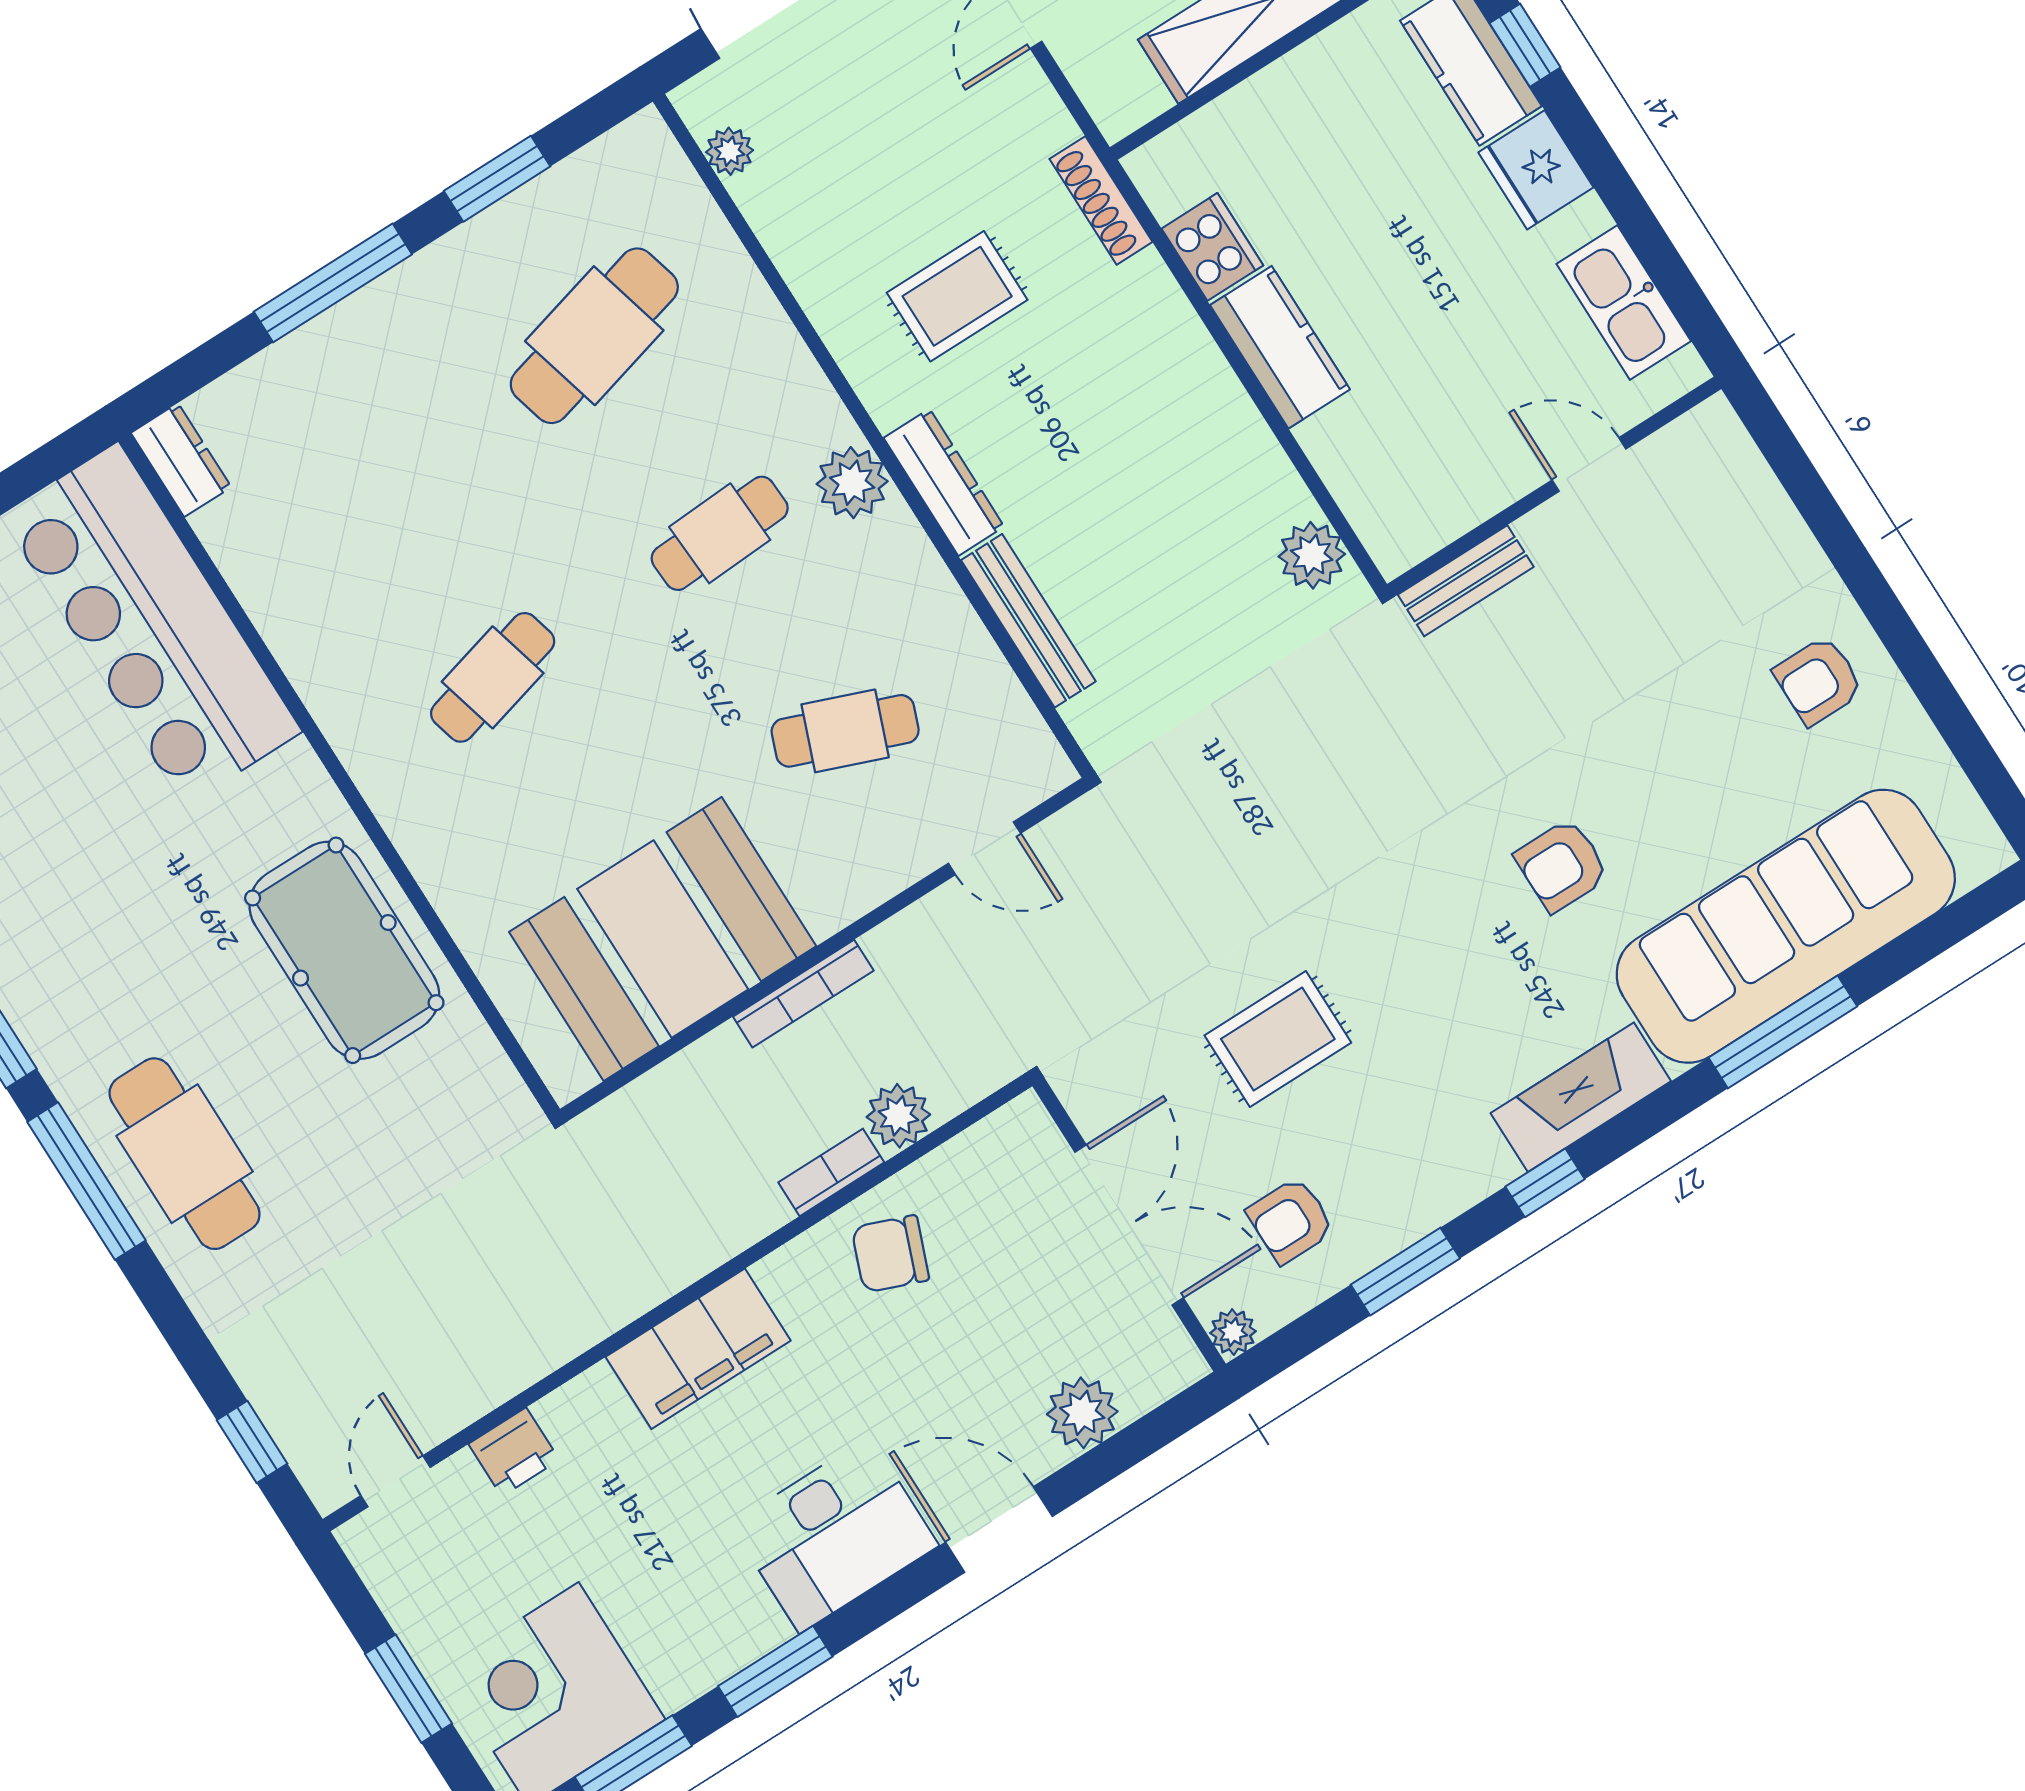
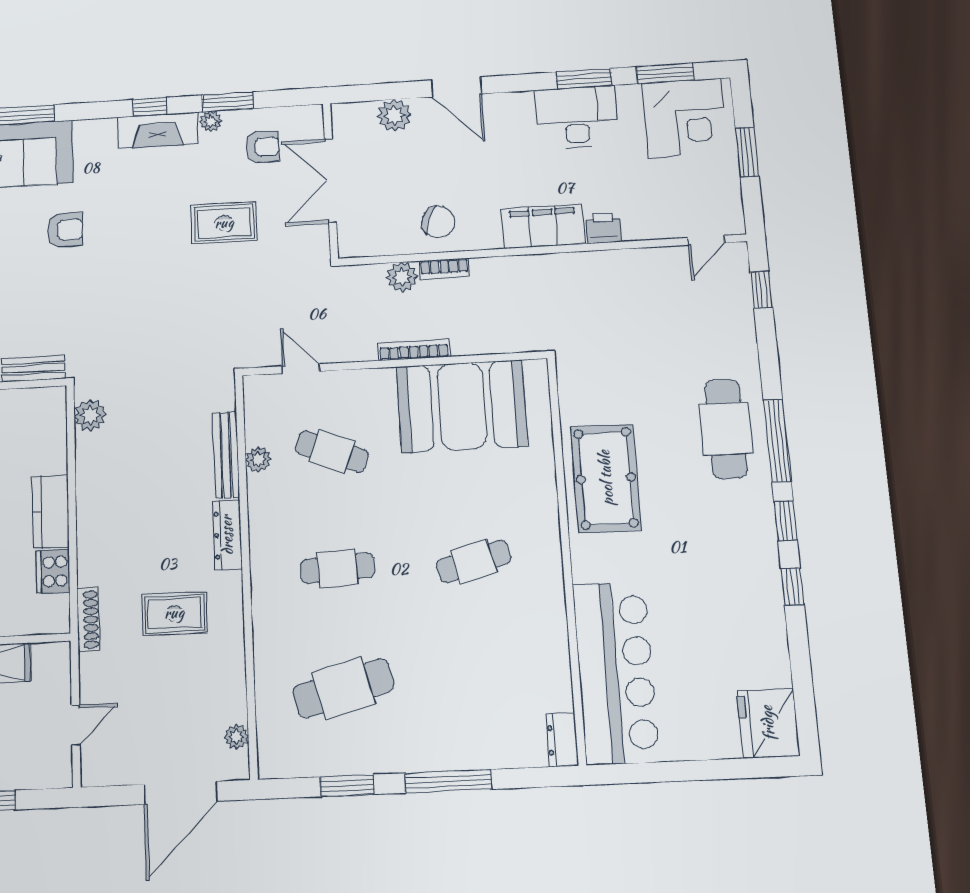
plant: (852, 483) -> (258, 459), moved, width x0.73, depth x0.73
fireplace: (1581, 1097) -> (158, 130), moved
plant: (1233, 1332) -> (211, 122), moved
printer: (514, 1452) -> (603, 228), moved
desk: (834, 1535) -> (576, 117), moved

